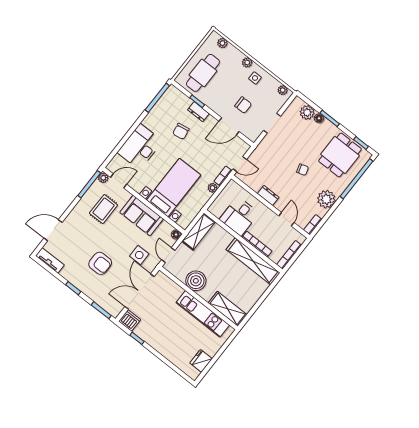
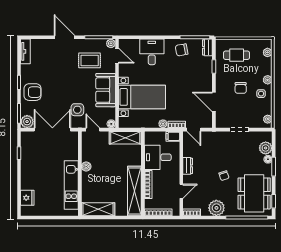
cafe table: (203, 73) -> (237, 55), width x0.73, depth x0.74
chair: (243, 105) -> (241, 88), moved
dresser: (198, 112) -> (207, 47), moved
chair: (181, 131) -> (182, 50), moved
desk: (140, 147) -> (152, 52), width x0.73
dining table: (340, 155) -> (254, 193), width x1.38
filing cabinet: (231, 188) -> (173, 136), added
door: (53, 230) -> (64, 37), moved
door: (168, 255) -> (93, 130), hinge flipped
armchair: (100, 263) -> (33, 92), moved, turned -90
boiler: (196, 281) -> (86, 166), width x0.54, depth x0.54
plant: (114, 309) -> (27, 122), added
shelving: (228, 309) -> (98, 209), moved, turned 90
dishwasher: (130, 320) -> (27, 138), removed
fridge: (201, 361) -> (27, 198), moved, turned 90

